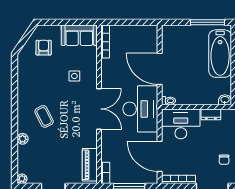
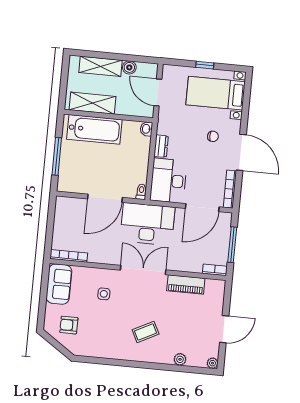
window: (207, 22) -> (57, 156), moved
plant: (23, 139) -> (180, 359), moved
piano: (90, 165) -> (186, 285), moved

